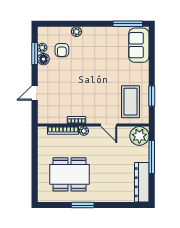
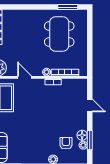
door: (35, 93) -> (90, 105), hinge flipped
dining table: (70, 174) -> (59, 34), turned 90
window: (83, 205) -> (68, 7), moved

